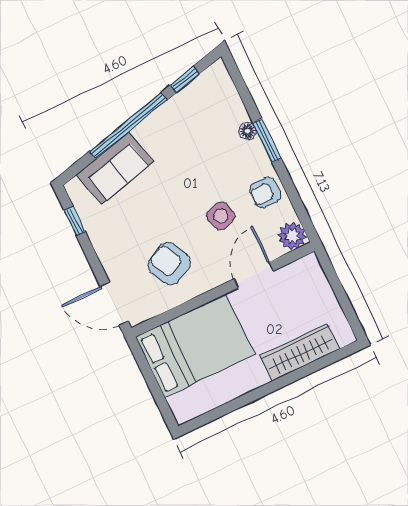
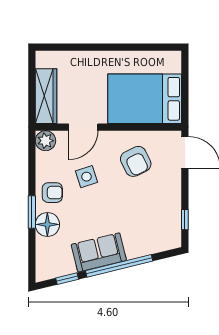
floor lamp: (247, 131) -> (47, 224), width x1.89, depth x1.89
sofa: (115, 168) -> (99, 252), moved
armchair: (265, 193) -> (52, 193), moved
wardrobe: (300, 352) -> (46, 96), moved, turned -90

